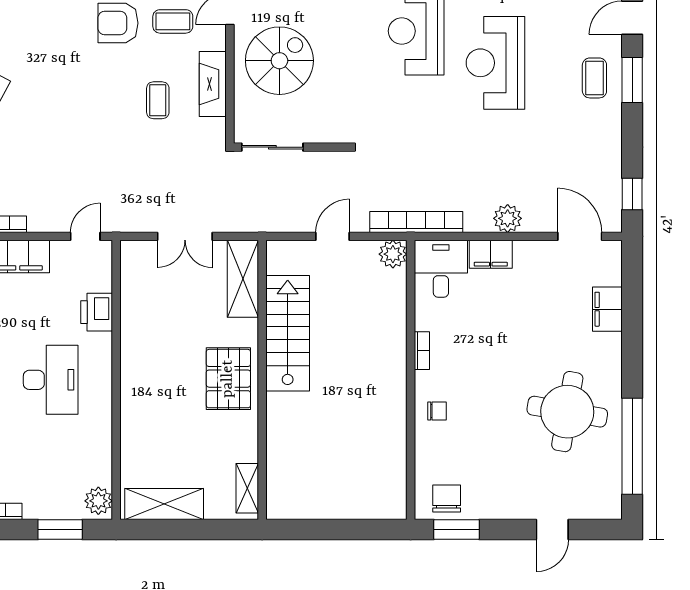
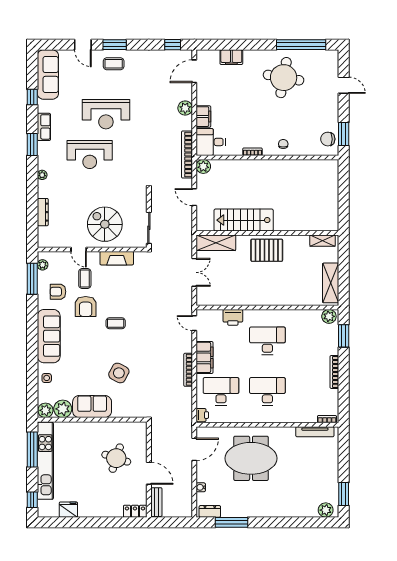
coffee table: (158, 100) -> (116, 323), moved

